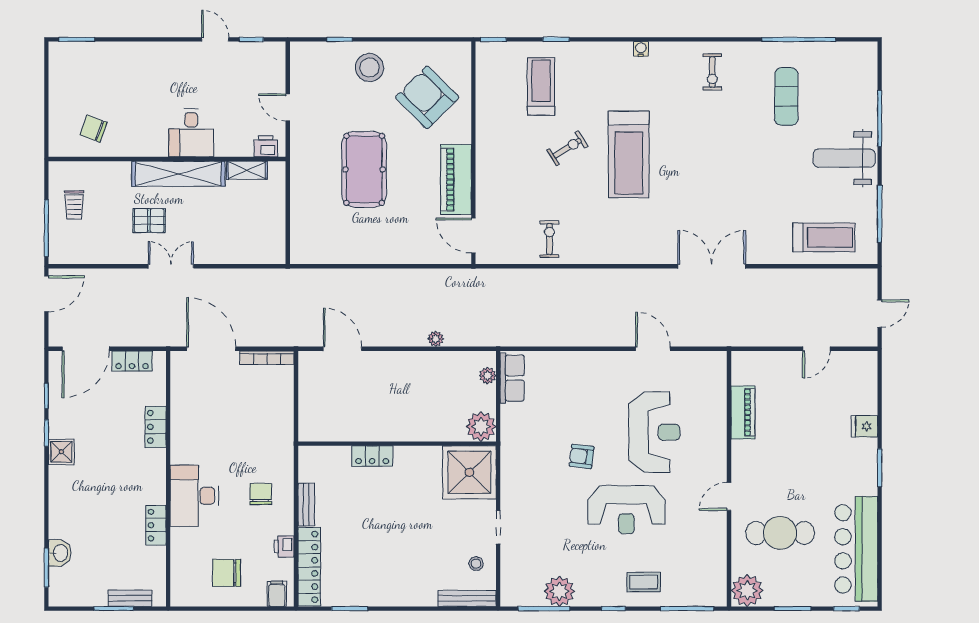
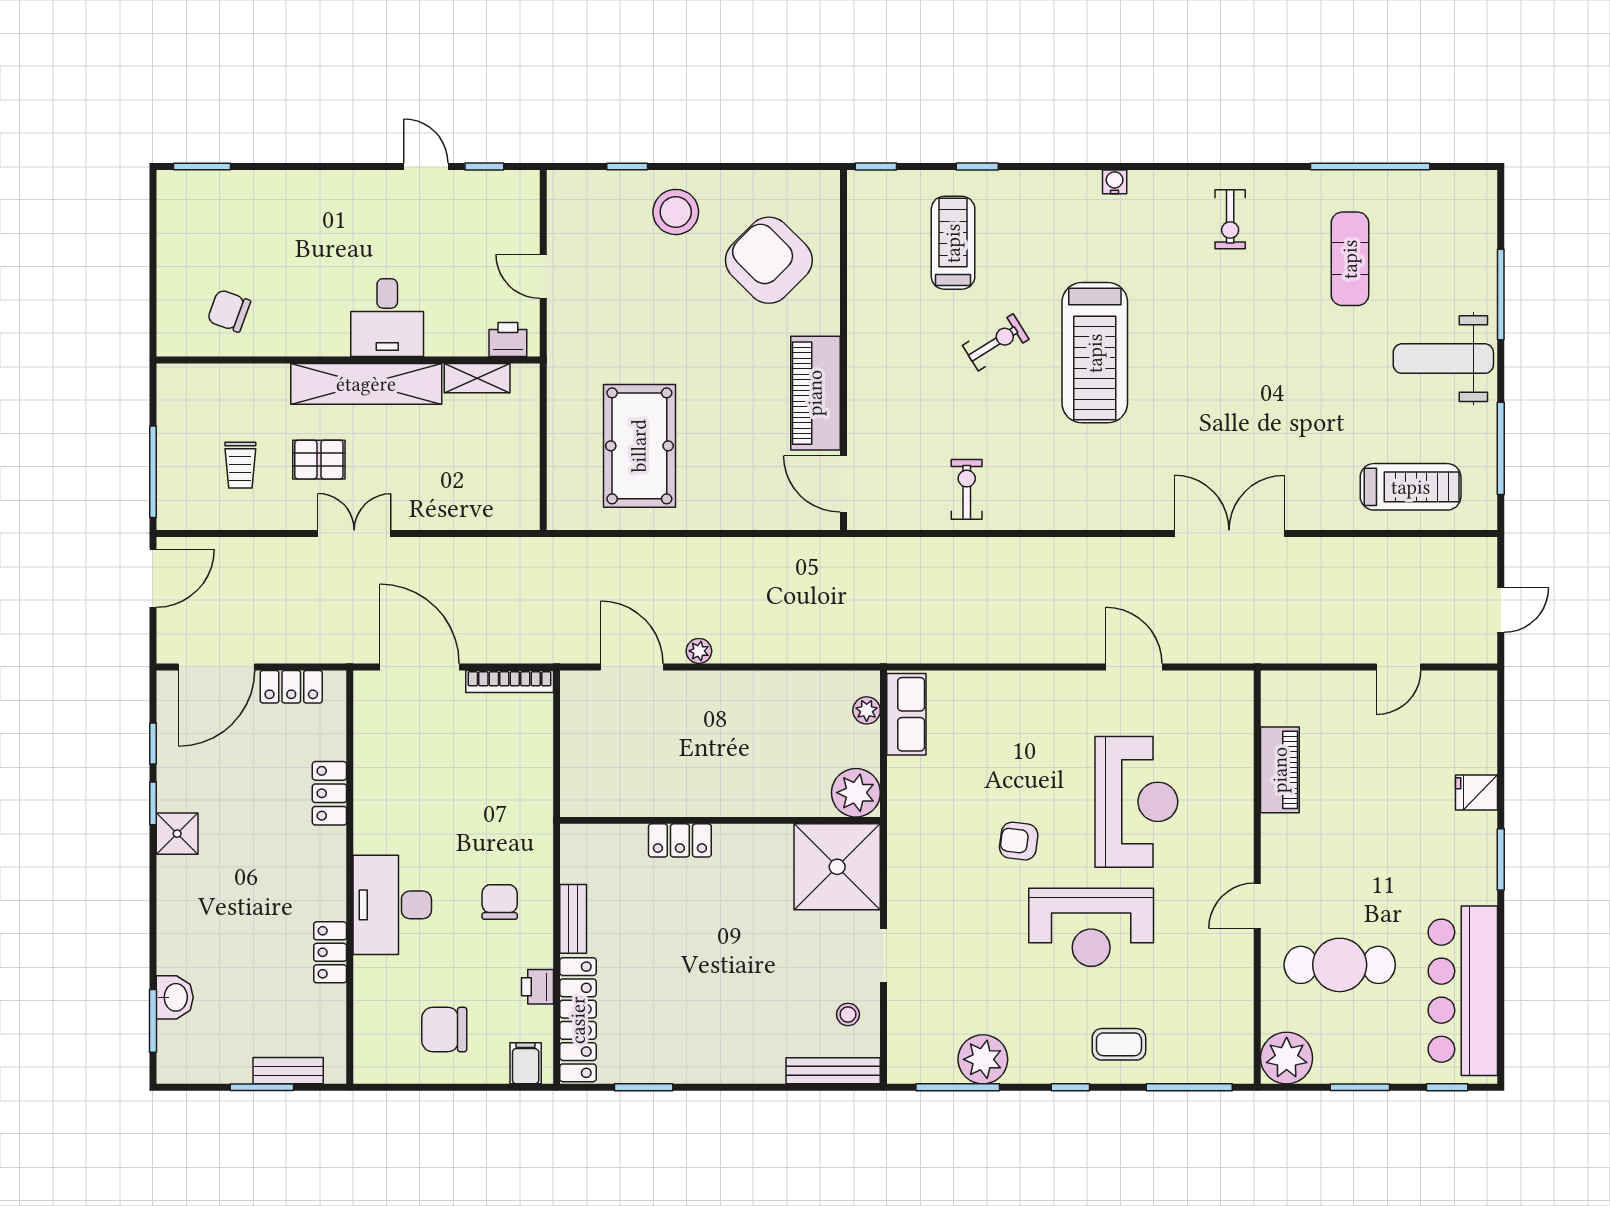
pool table: (364, 169) -> (639, 446), moved
trolley: (74, 205) -> (240, 465), moved
plant: (436, 339) -> (699, 651), moved

